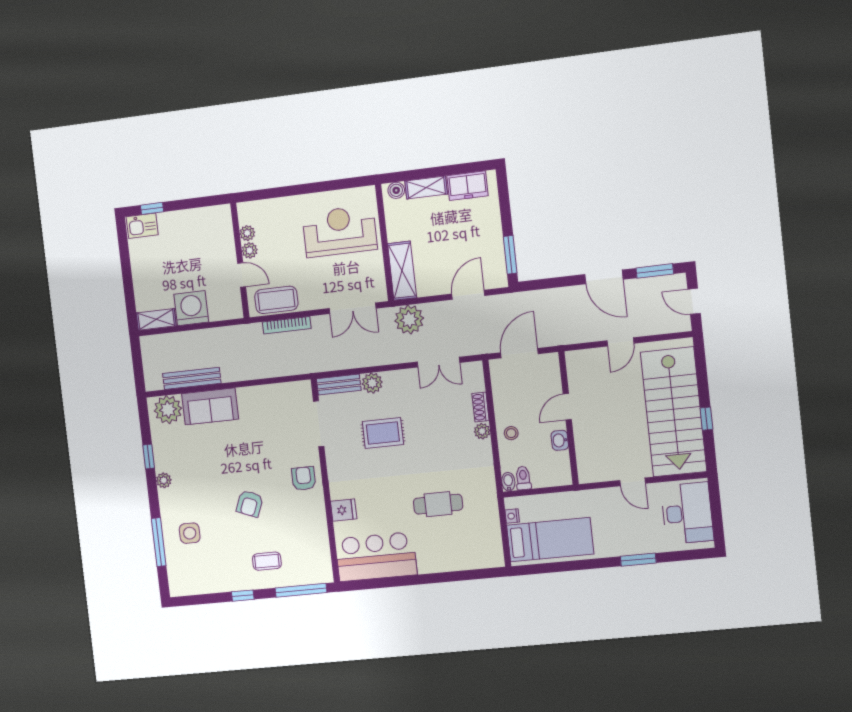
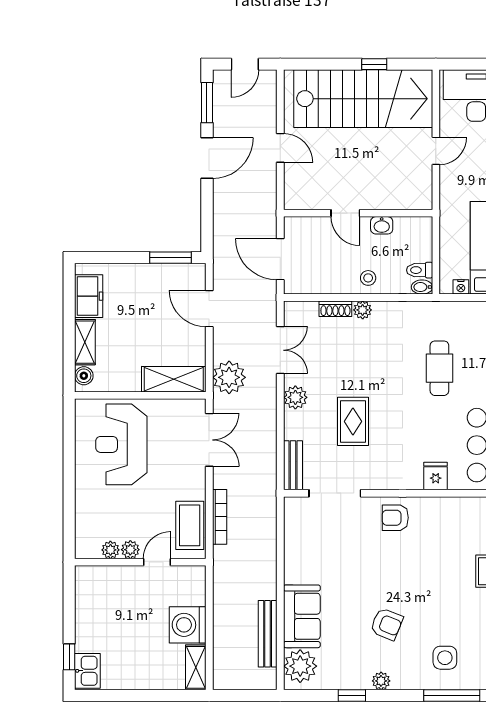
plant: (372, 383) -> (295, 397), moved
armchair: (250, 504) -> (387, 624), moved

